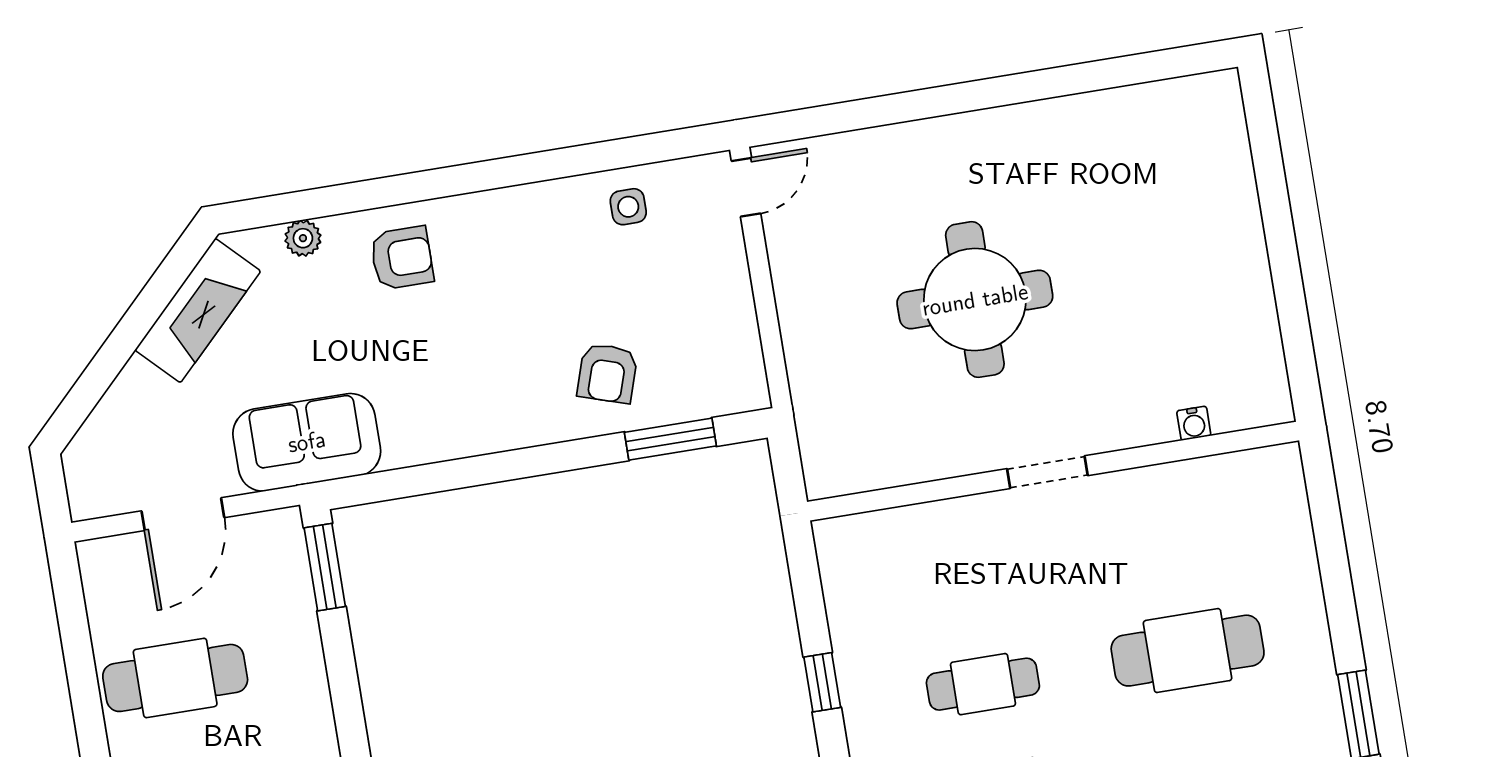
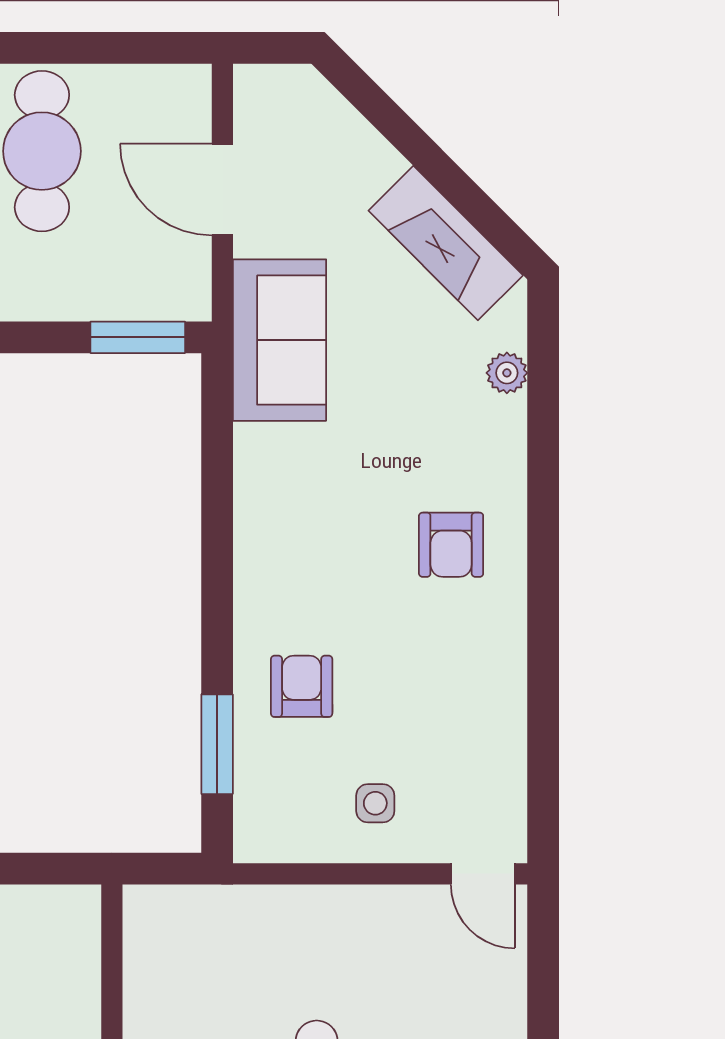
side table: (628, 207) -> (375, 803), moved
armchair: (402, 258) -> (451, 545), moved
armchair: (607, 373) -> (302, 686), turned 72

